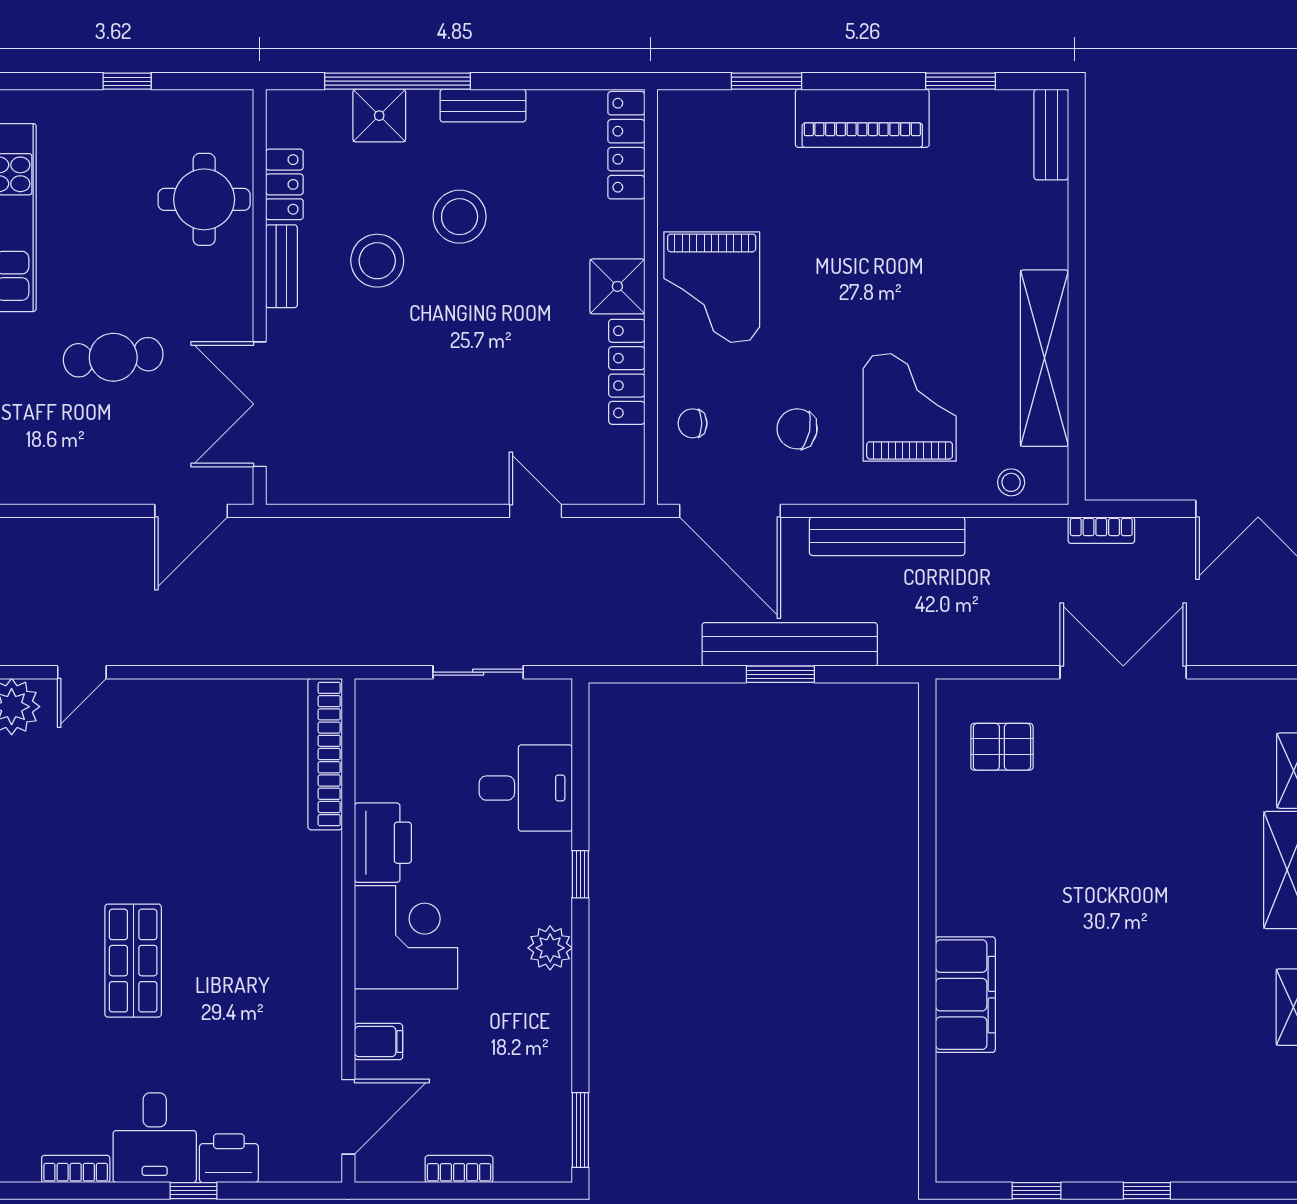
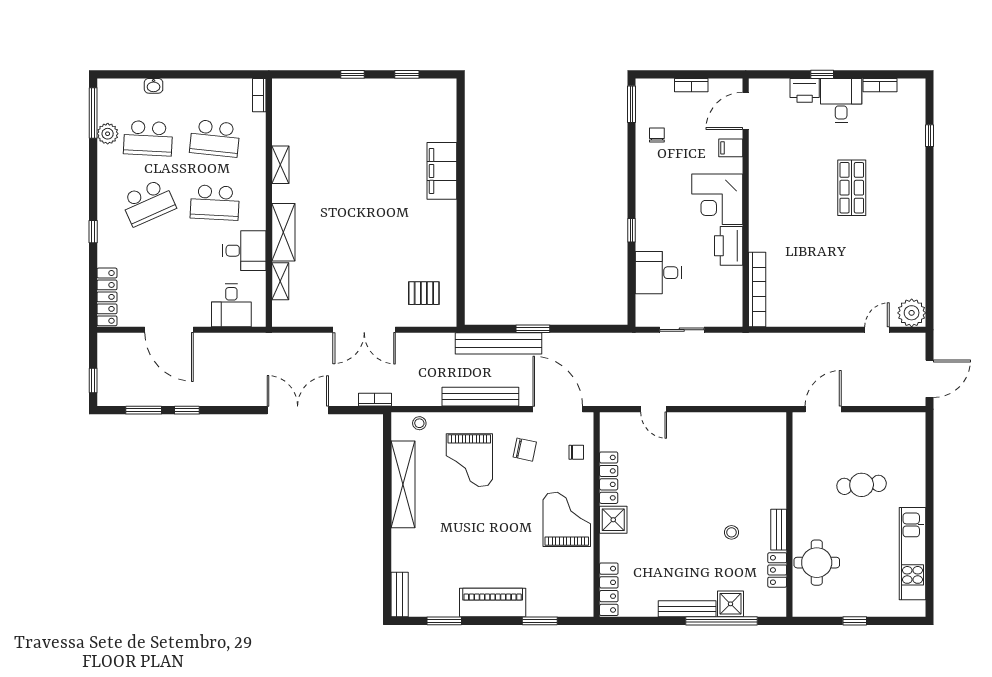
bench: (483, 106) -> (687, 609), width x1.36
stool: (460, 217) -> (691, 554), removed
stool: (377, 261) -> (731, 532), width x0.53, depth x0.53
double door: (260, 404) -> (789, 462), removed
bench: (790, 644) -> (499, 343), moved
plant: (550, 948) -> (646, 194), removed
chair: (529, 1068) -> (657, 135), added

